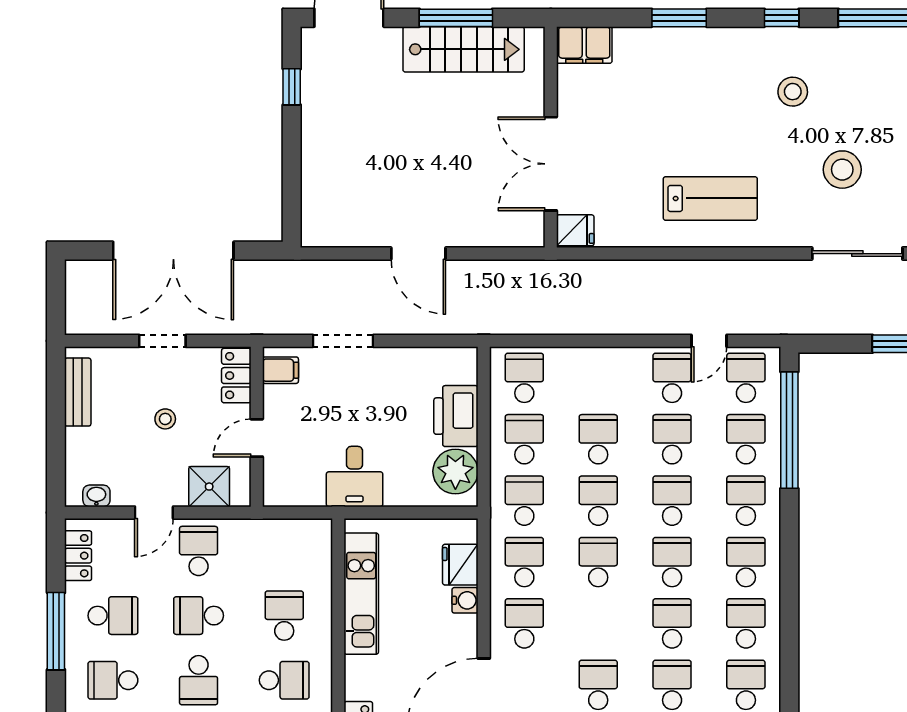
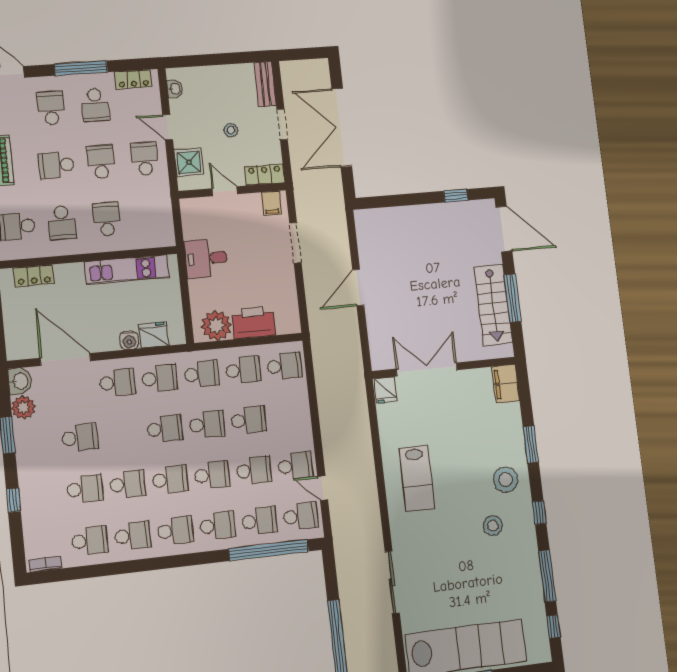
stool: (842, 170) -> (506, 480), moved
bench: (78, 392) -> (265, 84), moved, turned 90
school desk: (199, 551) -> (145, 159), turned -90
school desk: (284, 616) -> (107, 219), turned -90

